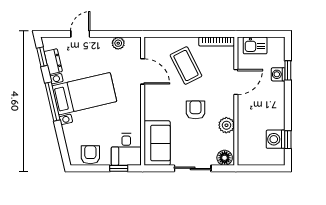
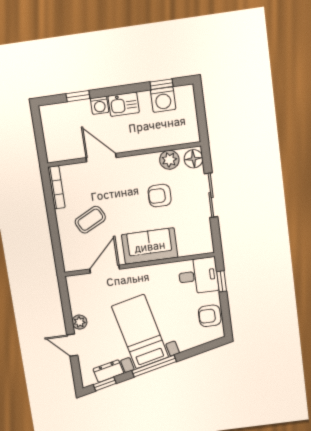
plant: (118, 43) -> (80, 322), moved
kitchen sink: (255, 45) -> (124, 104), moved, turned 90
coffee table: (186, 65) -> (90, 220), width x0.73, depth x0.77
washing machine: (278, 74) -> (100, 105), moved
armchair: (195, 110) -> (160, 196), moved
plant: (226, 125) -> (169, 160), moved
sofa: (157, 143) -> (150, 246), moved

